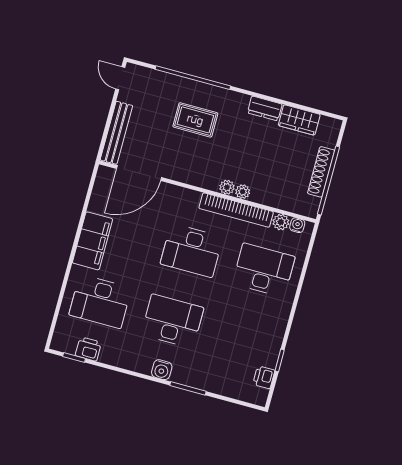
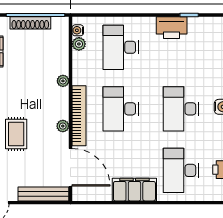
plant: (227, 187) -> (63, 126), moved
bookcase: (236, 210) -> (79, 116), moved
desk: (192, 250) -> (121, 109), turned 180
desk: (100, 301) -> (181, 170), turned 180
printer: (264, 377) -> (172, 28), moved, width x1.87, depth x1.48

